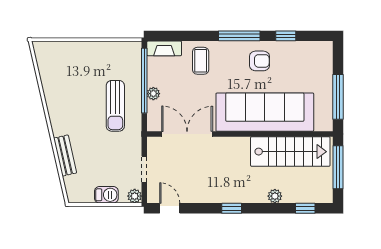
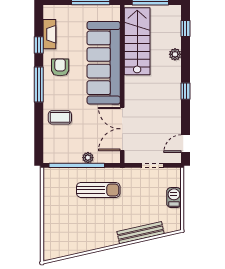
fireplace: (164, 48) -> (49, 34), moved
bench: (65, 155) -> (140, 233), width x1.36
plant: (135, 196) -> (175, 174), removed

